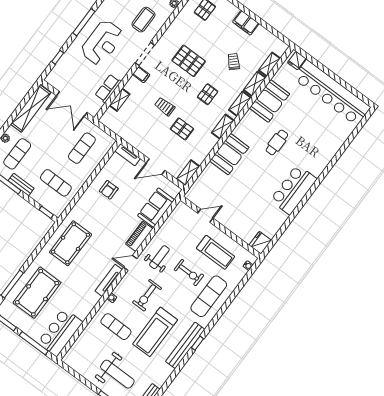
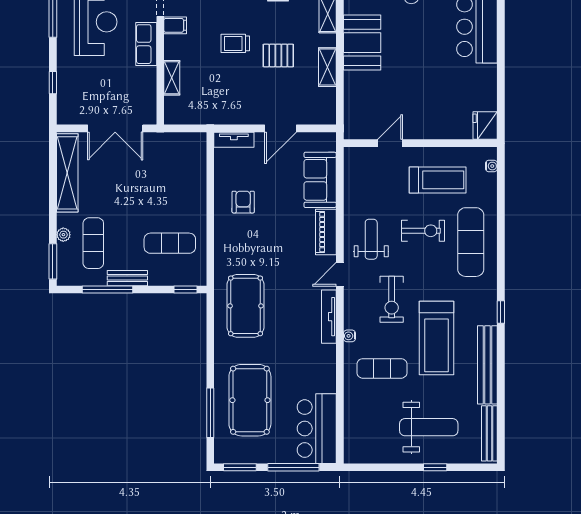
row of seats: (108, 88) -> (146, 44), moved
exercise mat: (82, 148) -> (170, 175), removed
shelving: (188, 173) -> (327, 67), moved
armchair: (109, 190) -> (243, 202), turned 180
bench: (185, 345) -> (487, 365), moved

